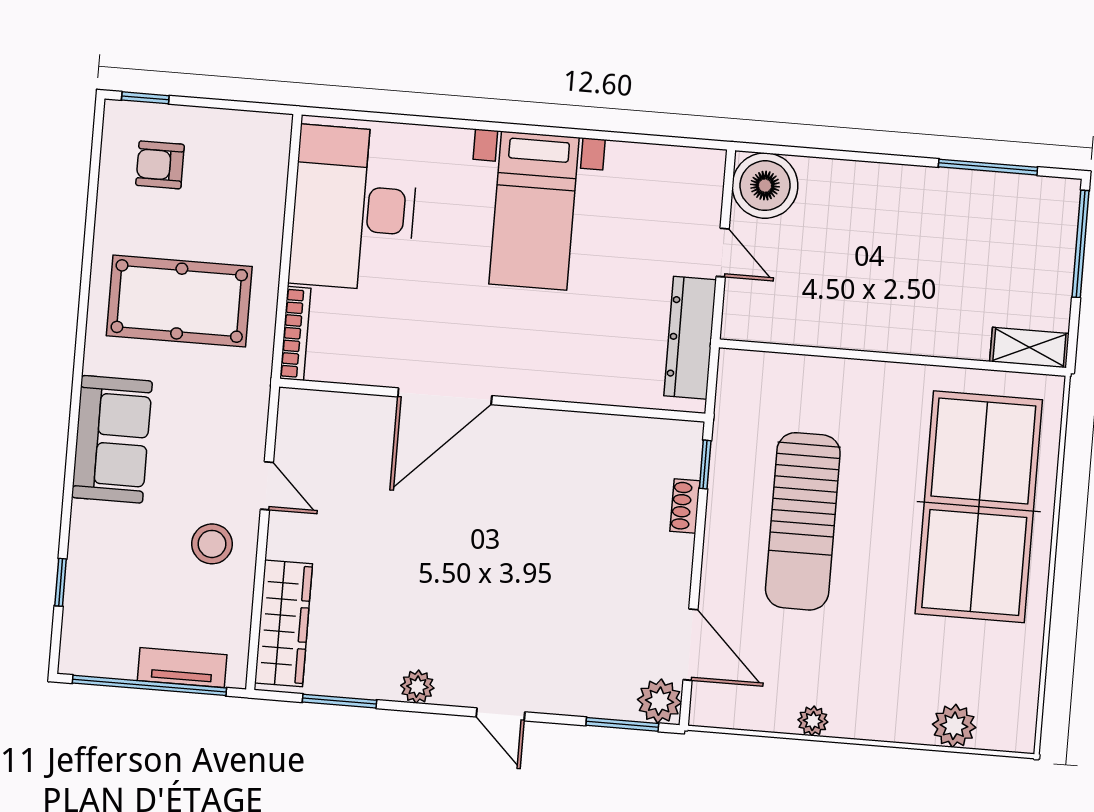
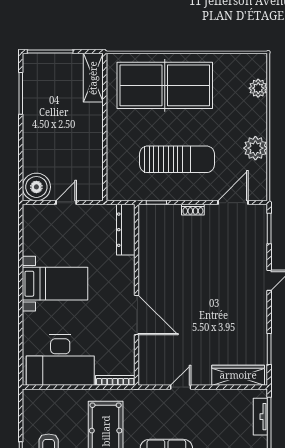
dresser: (690, 338) -> (126, 230), moved, turned 90
shelving: (1029, 348) -> (93, 78), width x1.50, depth x1.33
shoe rack: (685, 506) -> (193, 210), moved
stool: (212, 544) -> (207, 408), removed
plant: (417, 687) -> (260, 317), removed
plant: (659, 701) -> (258, 214), removed
plant: (813, 721) -> (255, 148), width x1.87, depth x1.87

